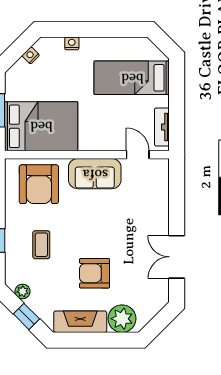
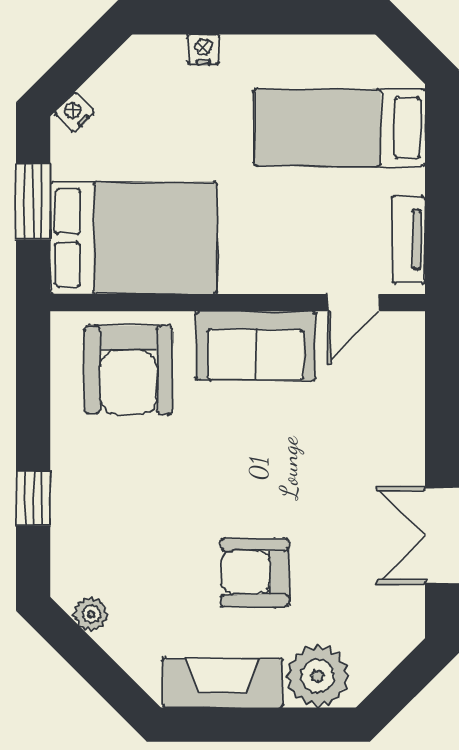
nightstand: (31, 55) -> (74, 112), moved
door: (138, 155) -> (353, 303), swing flipped
coffee table: (41, 245) -> (134, 508), removed
window: (26, 316) -> (100, 671), removed

